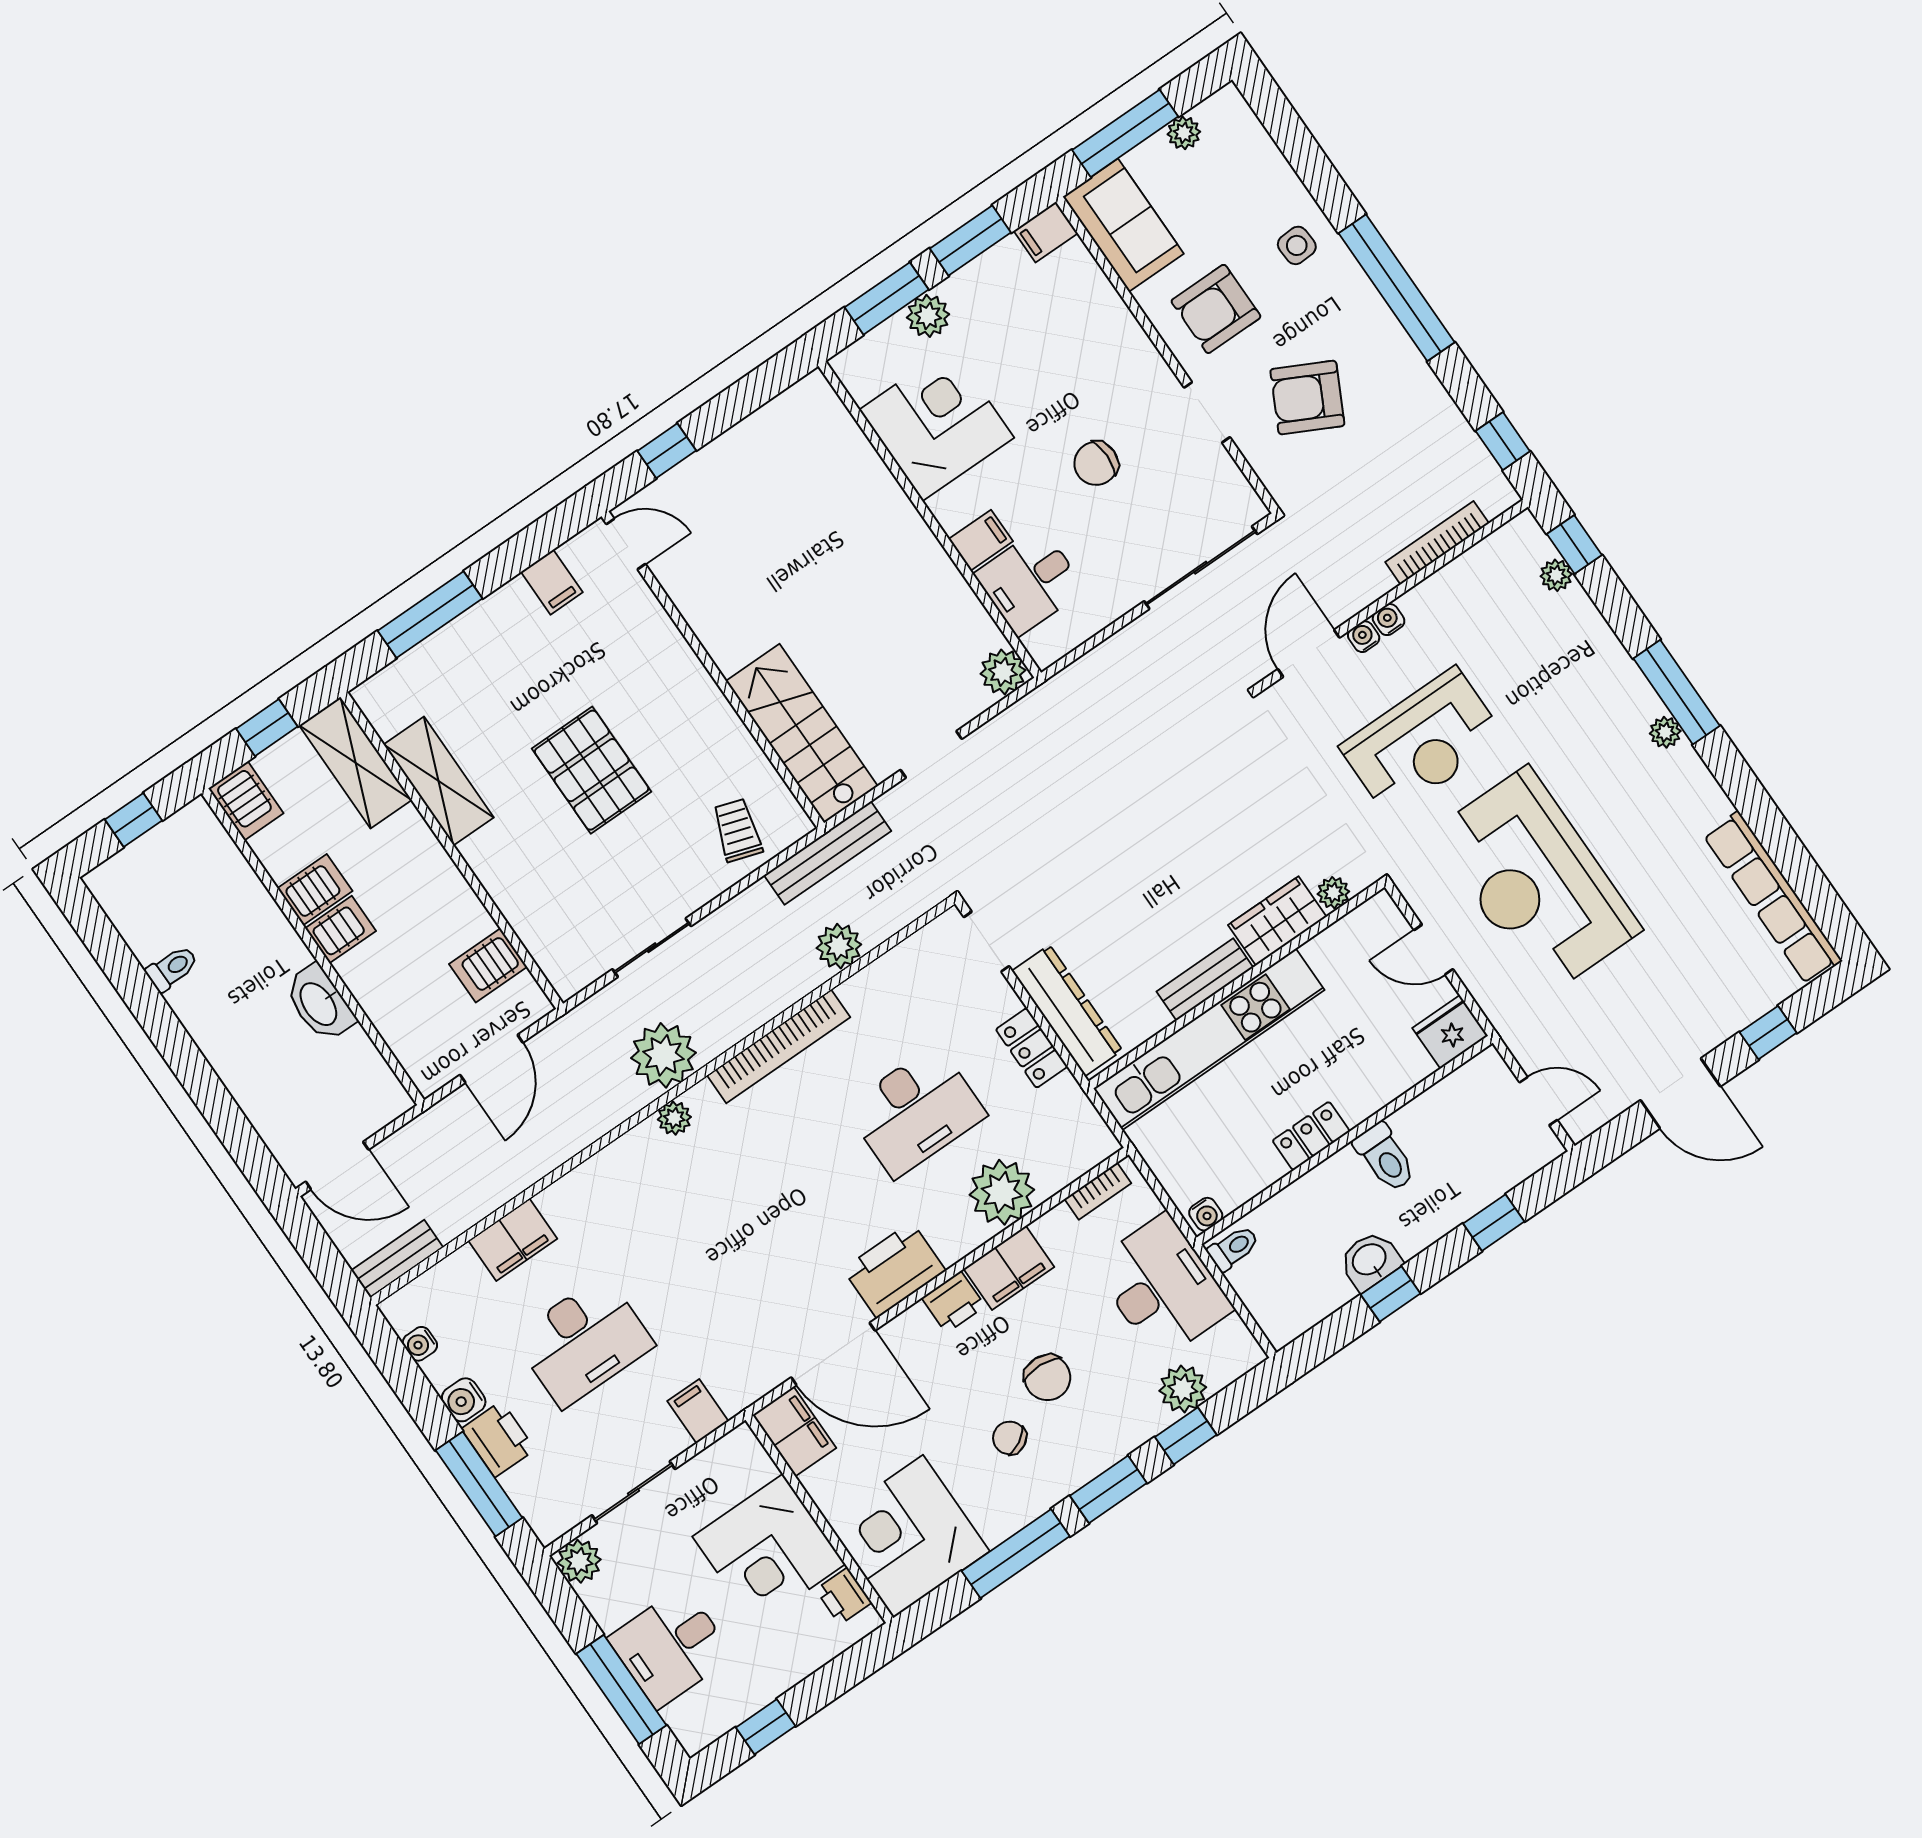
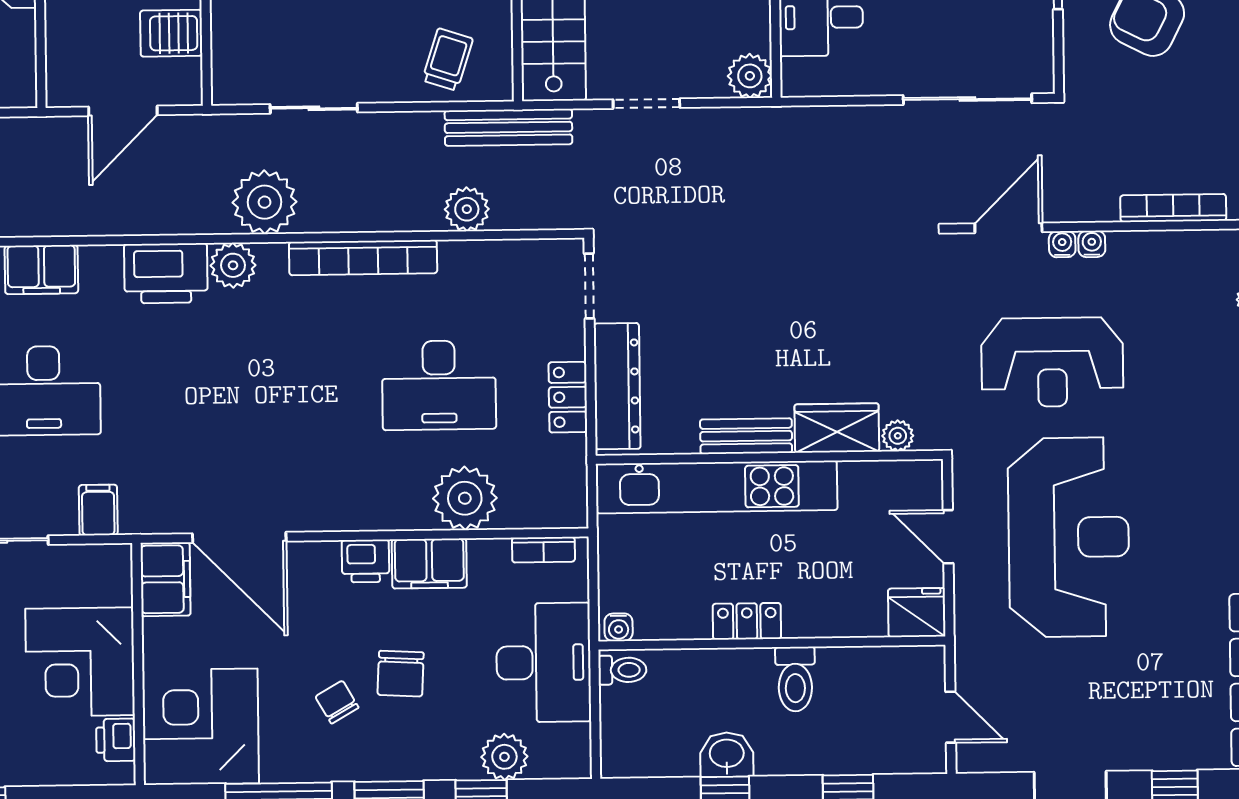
reception desk: (1536, 881) -> (1069, 537), turned 180
plant: (674, 1118) -> (233, 265), width x1.38, depth x1.38
printer: (894, 1270) -> (166, 273), moved, turned 180

